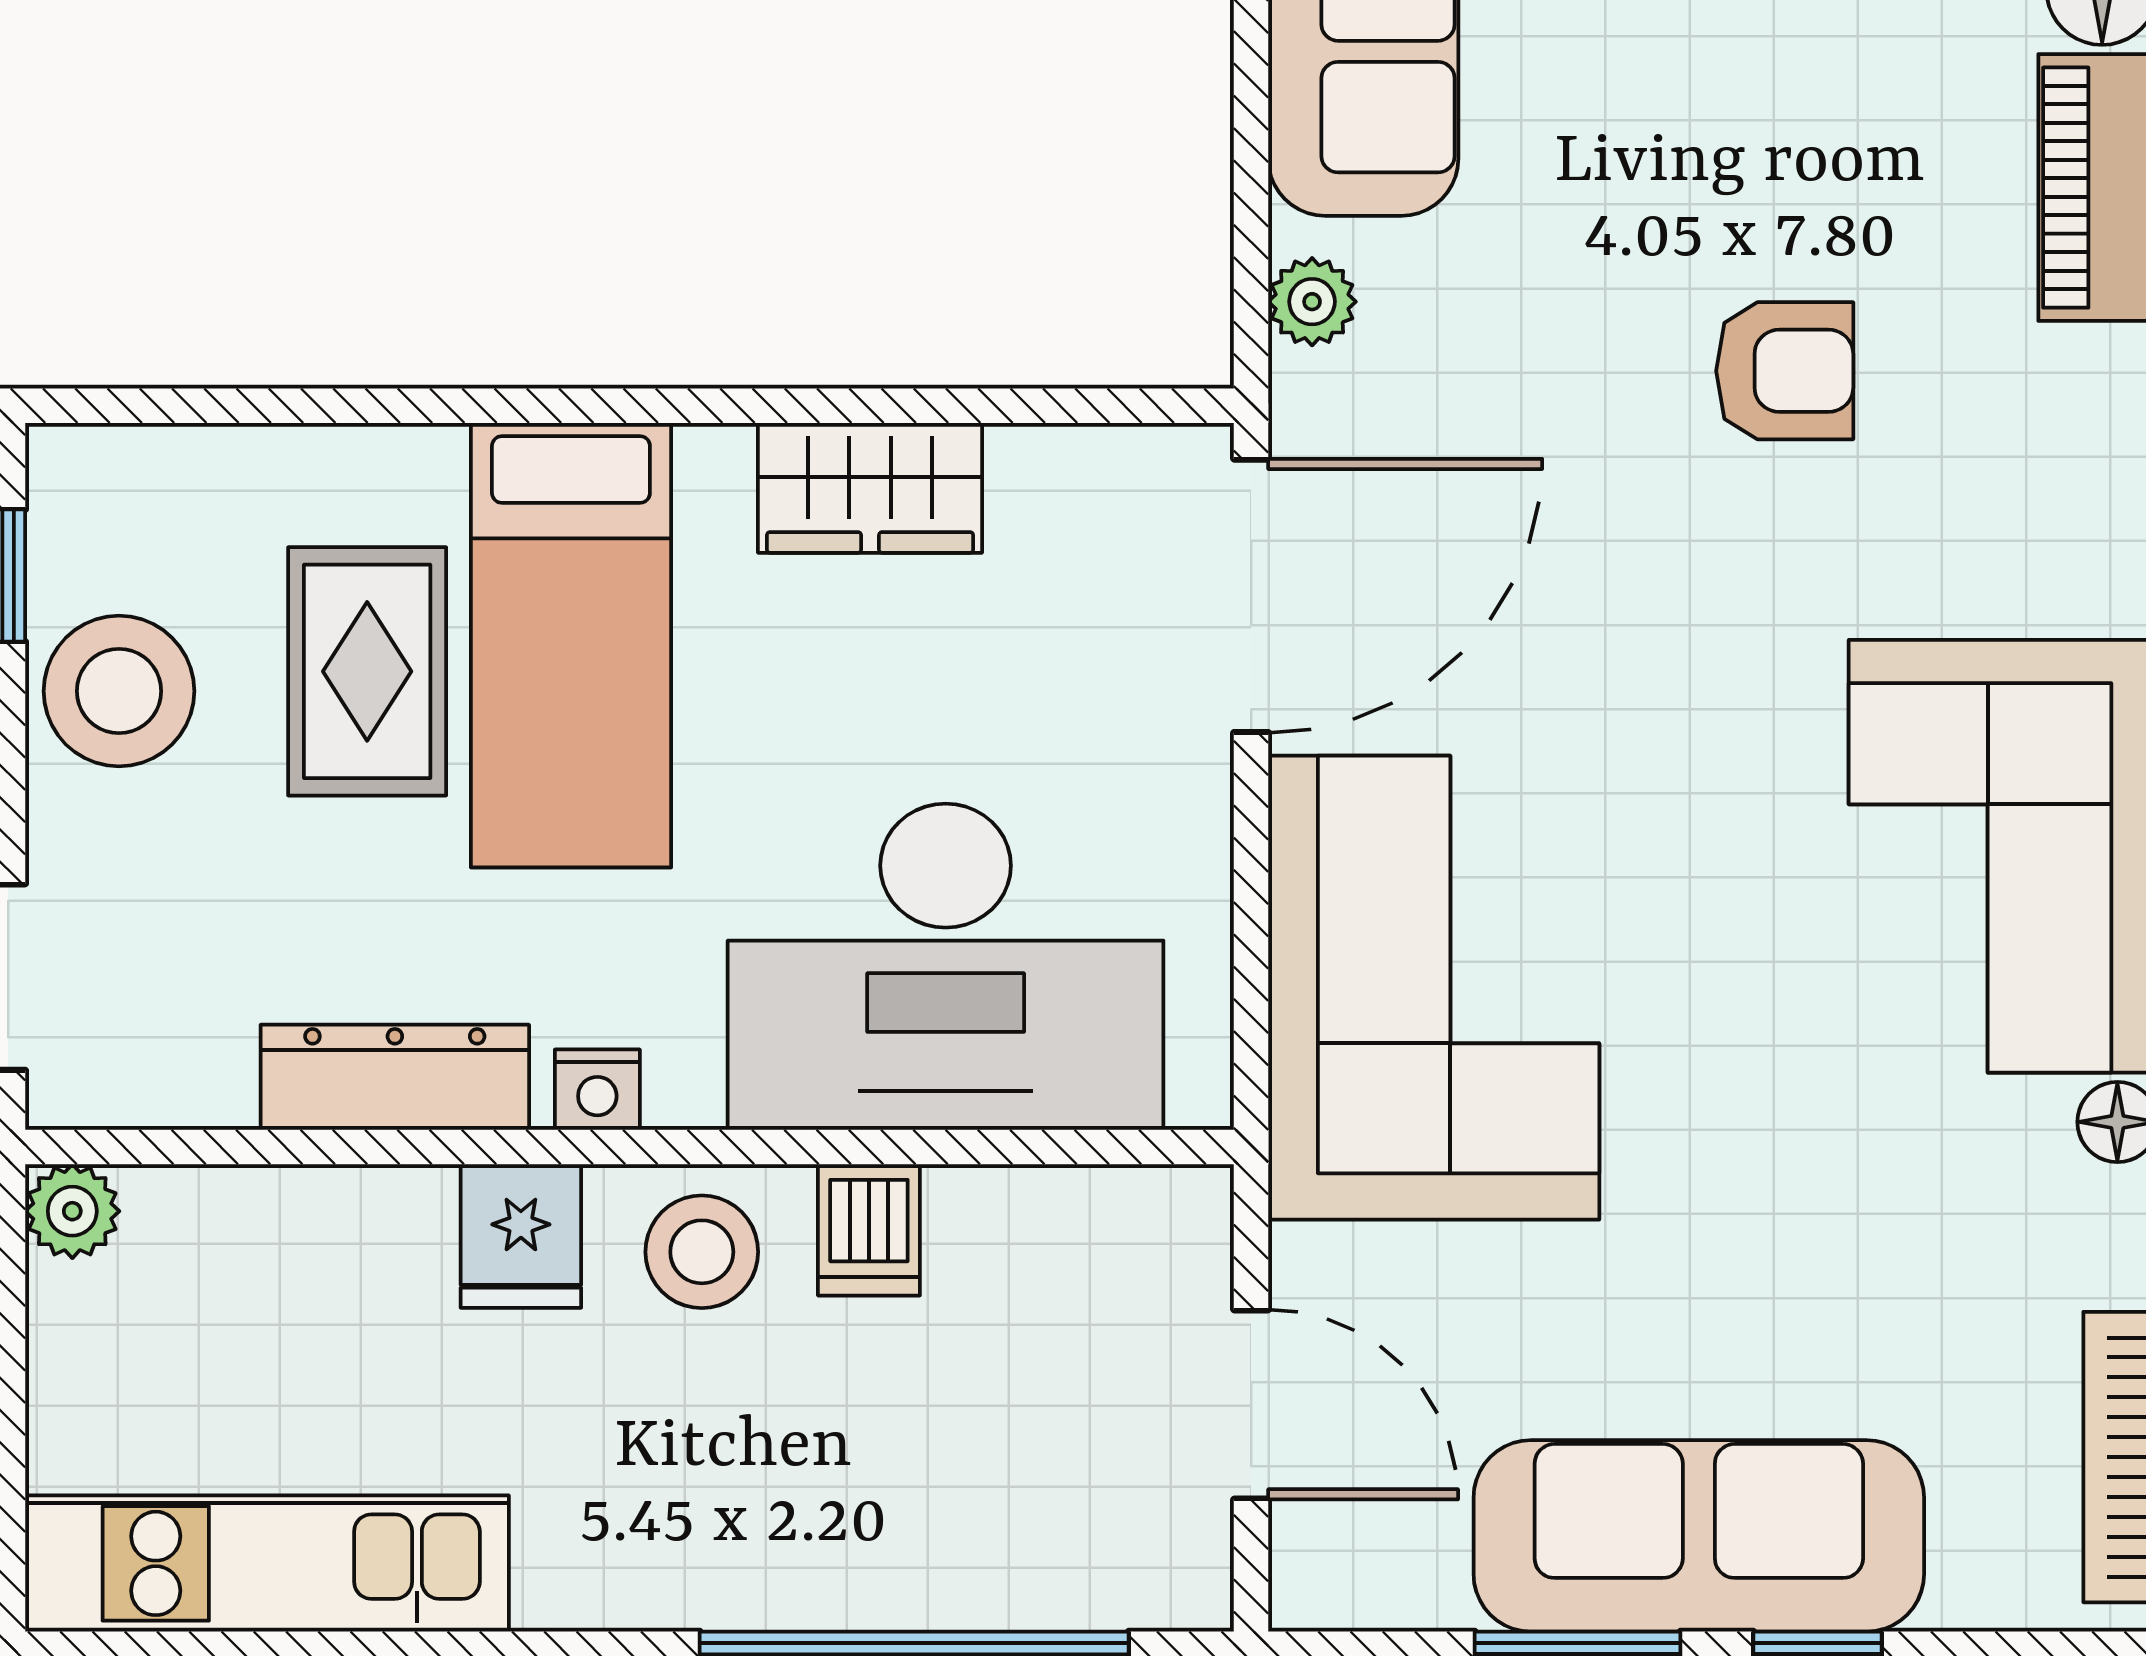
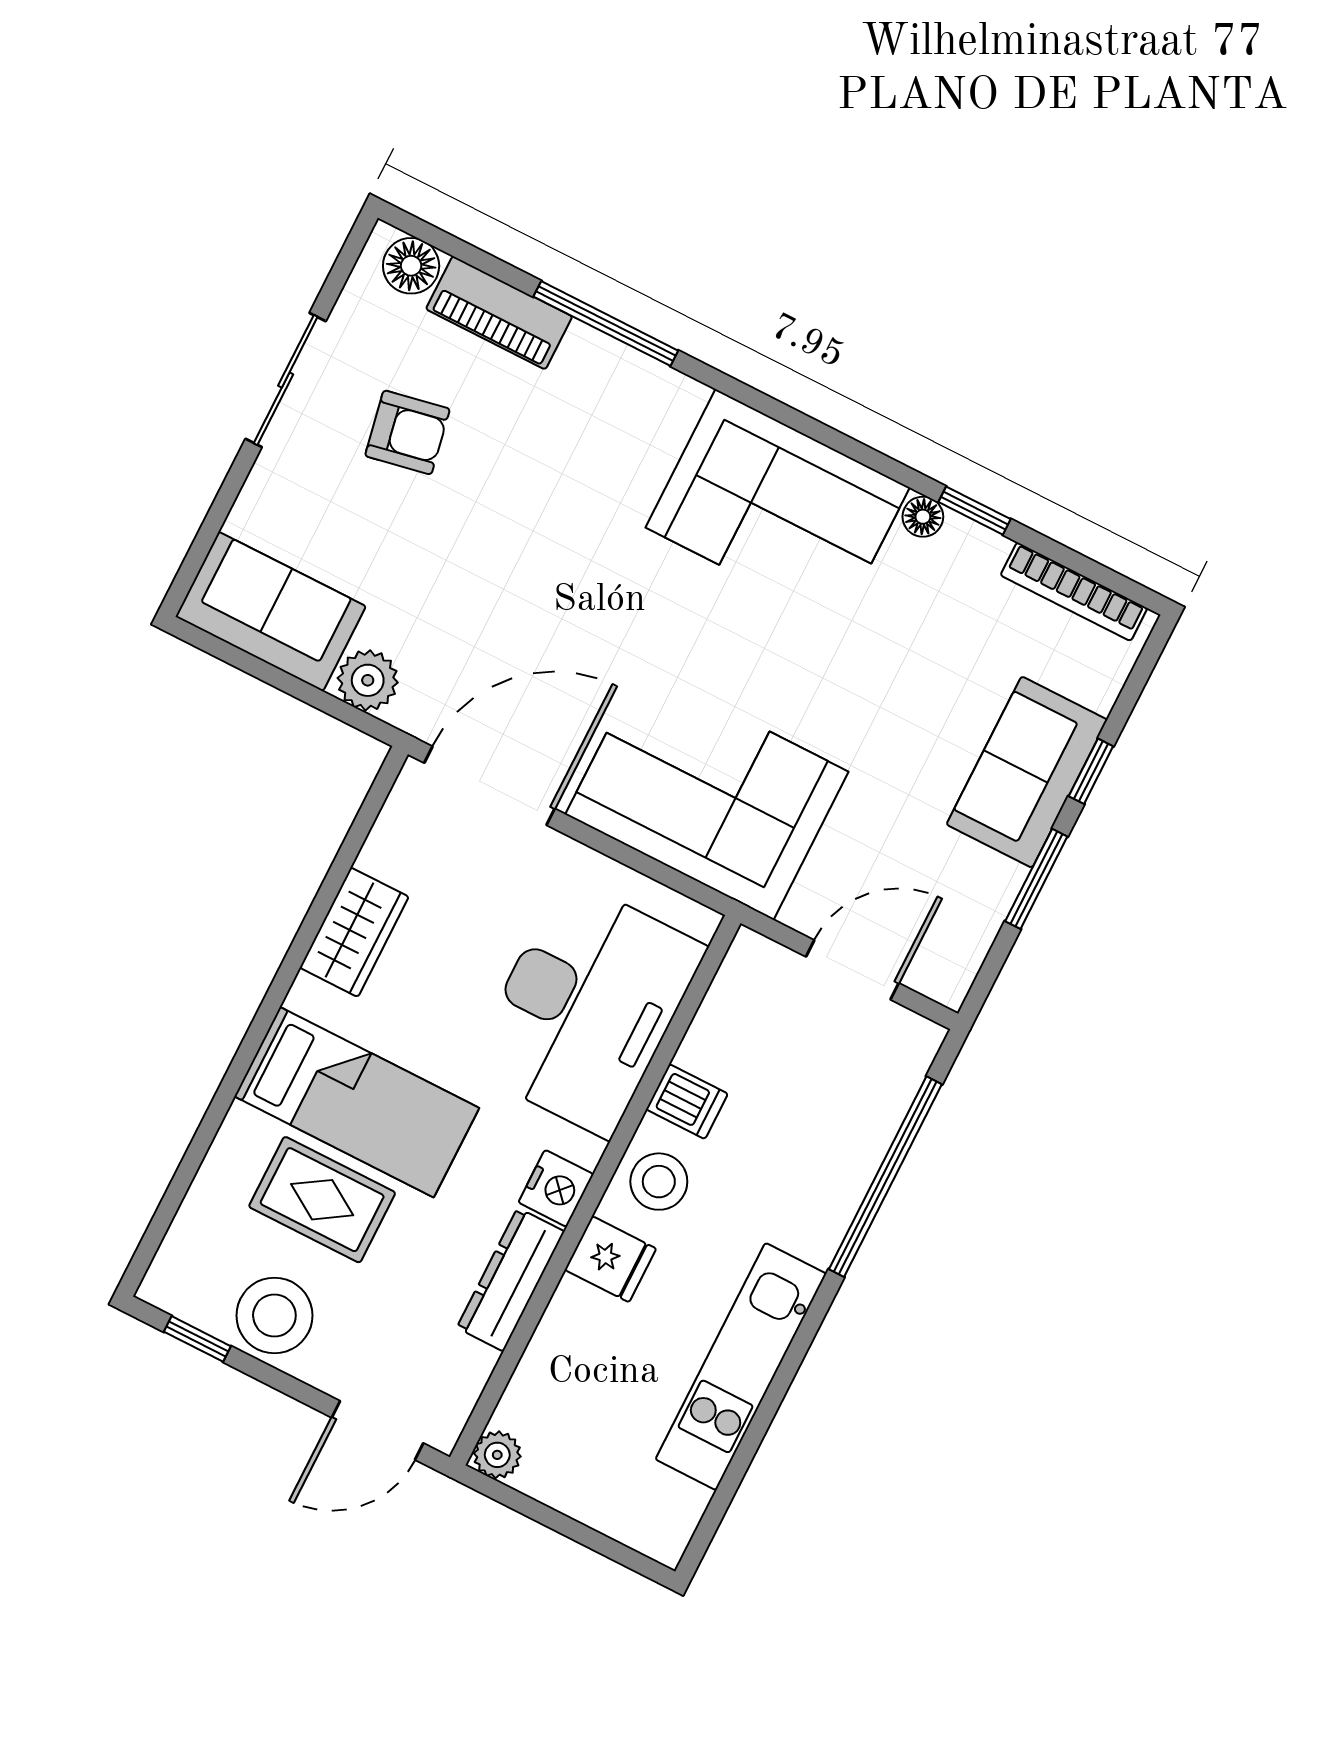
plant: (1312, 302) -> (368, 680), width x1.38, depth x1.38
armchair: (1785, 371) -> (407, 432), moved, turned 79
door: (1251, 596) -> (489, 786), hinge flipped
nightstand: (597, 1090) -> (556, 1188), width x1.39, depth x1.35
sofa: (1699, 1536) -> (1027, 772), width x0.73
kitchen unit: (267, 1563) -> (741, 1366), moved

